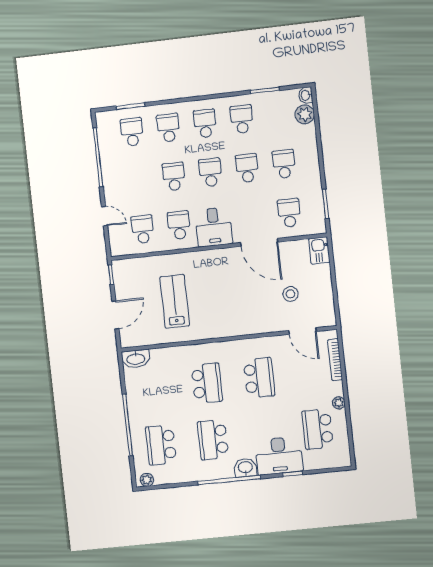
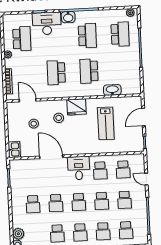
school desk: (289, 213) -> (124, 200), moved
stool: (251, 306) -> (59, 118), added
fridge: (223, 325) -> (76, 107), added
washbasin: (136, 359) -> (112, 90), moved

